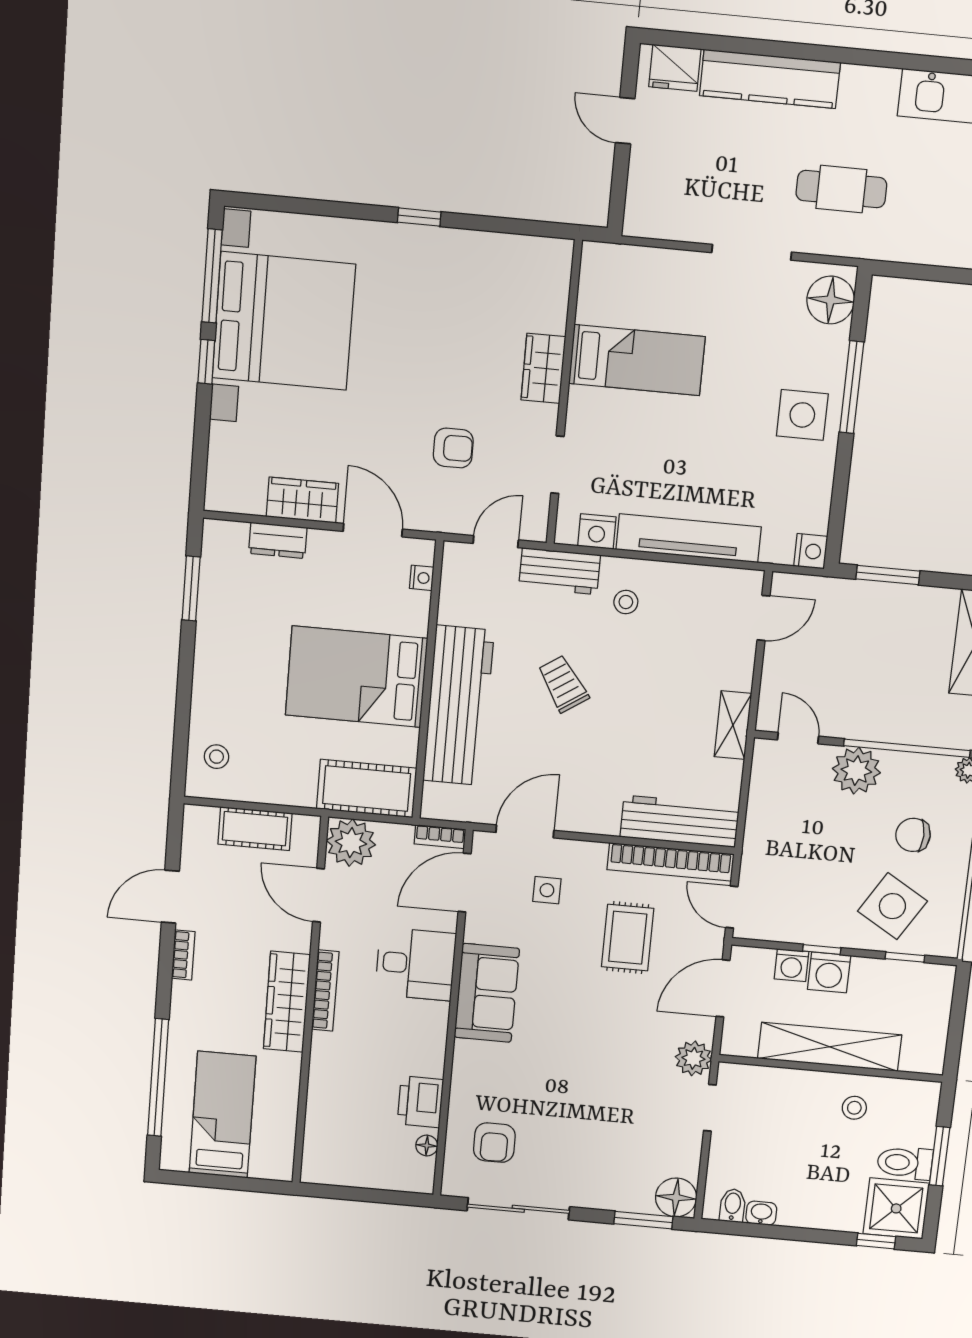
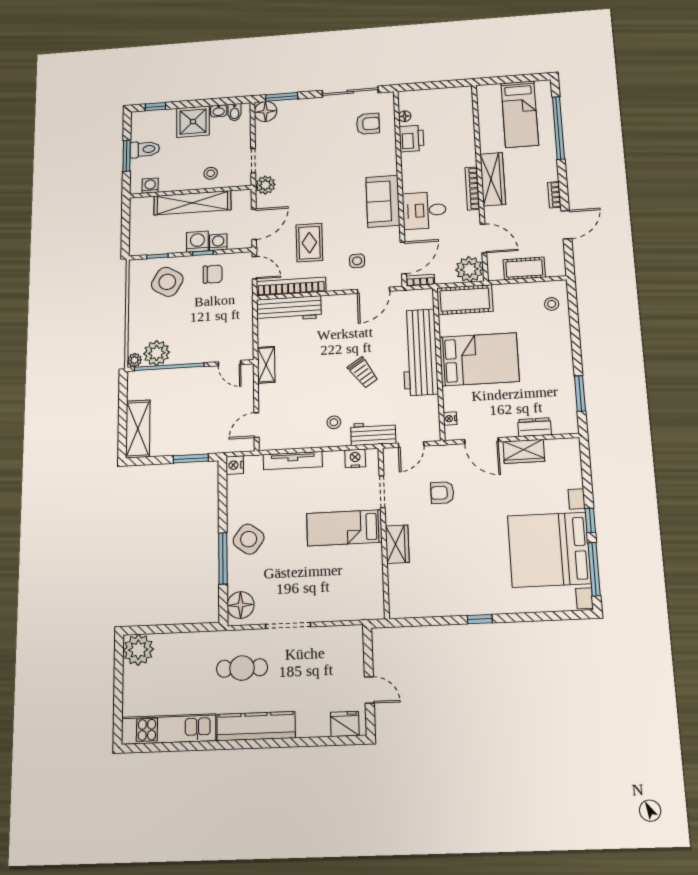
kitchen counter: (770, 79) -> (256, 726), moved
bed: (637, 360) -> (344, 528), moved
side table: (802, 415) -> (249, 539), turned 37
tv unit: (689, 538) -> (293, 461), width x0.73, depth x0.78
plant: (856, 771) -> (157, 353), moved
chair: (913, 835) -> (213, 274), moved
washing machine: (903, 1092) -> (150, 186), added
stool: (854, 1108) -> (211, 173), moved
armchair: (494, 1143) -> (368, 124), turned 90
shower: (896, 1208) -> (193, 122), moved

